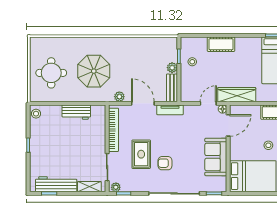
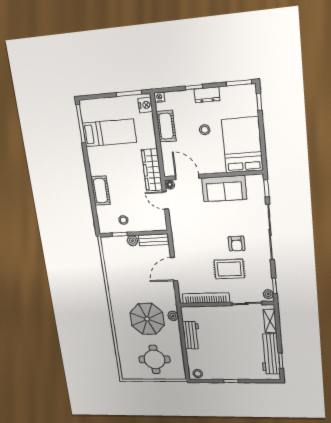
plant: (119, 97) -> (173, 316), moved
tv unit: (170, 110) -> (177, 241), removed

